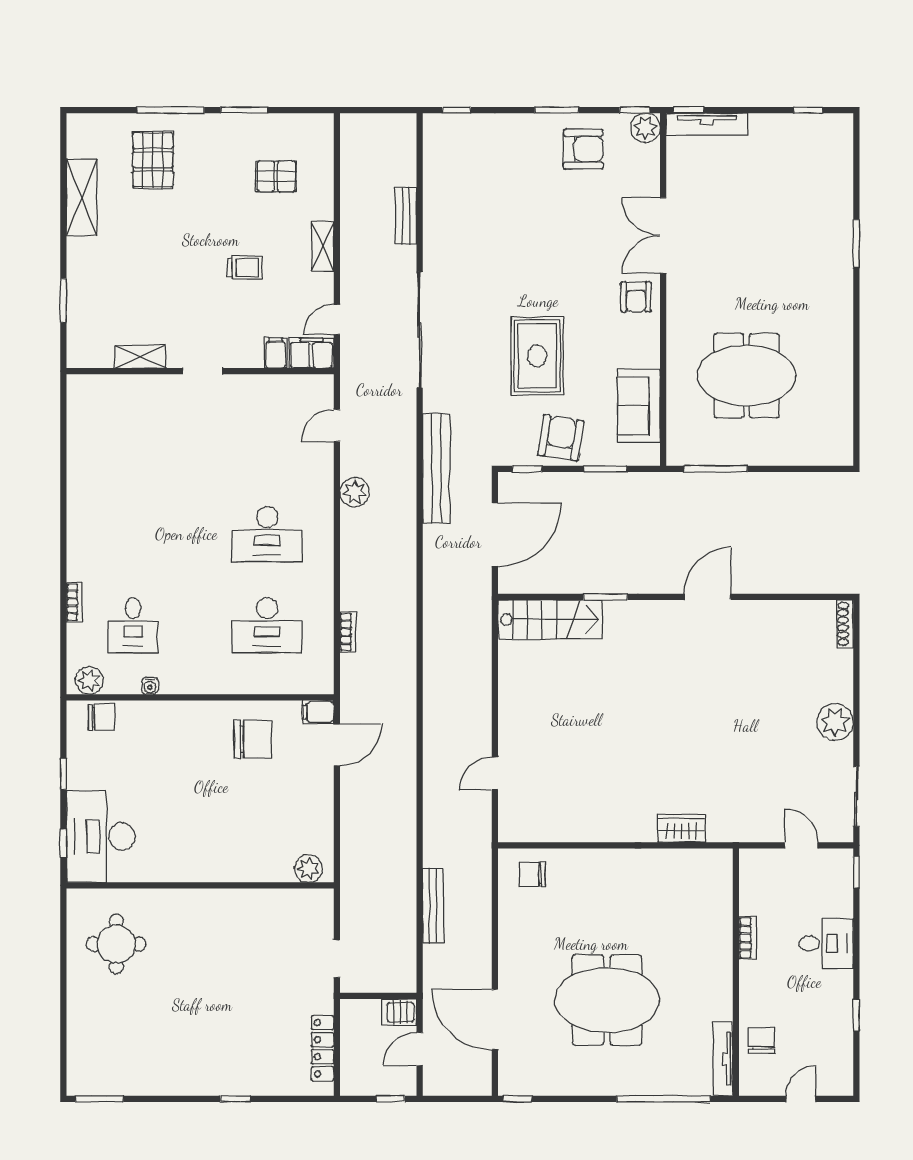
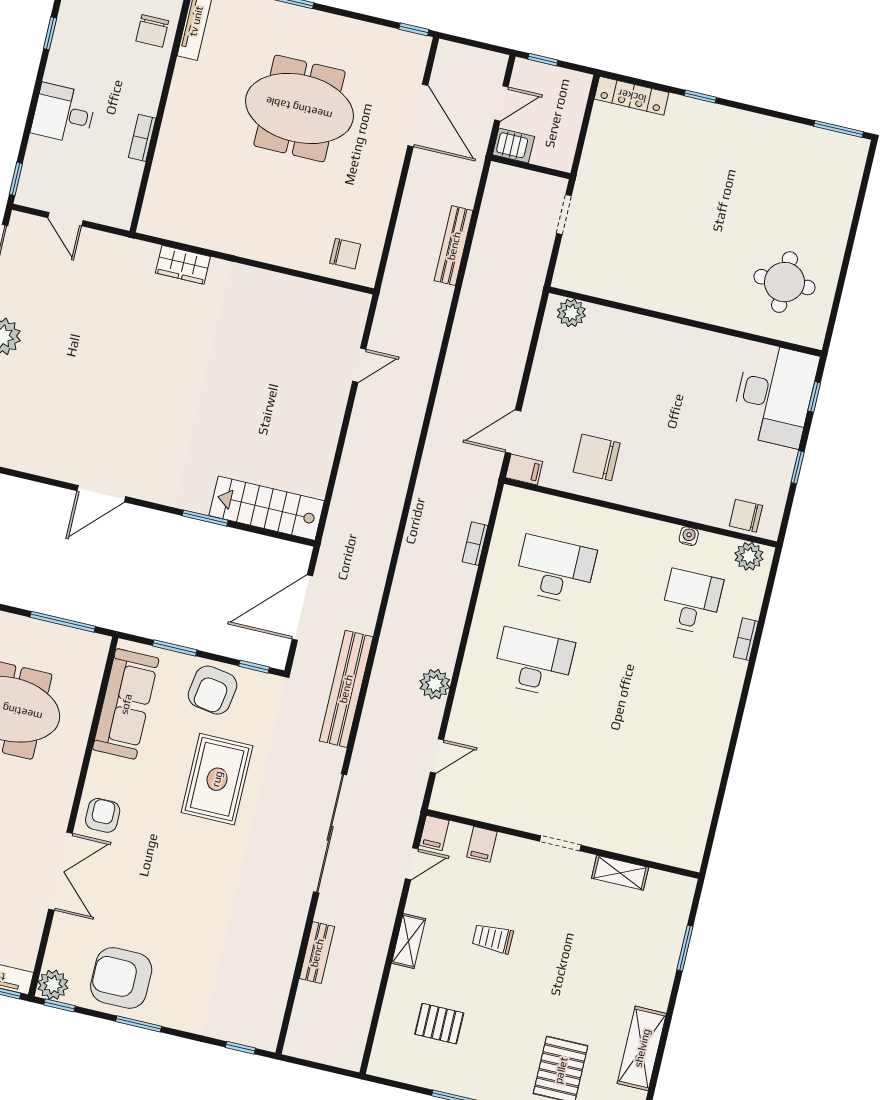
armchair: (583, 149) -> (121, 978), width x1.36, depth x1.36
filing cabinet: (311, 353) -> (434, 833), width x0.50
sofa: (639, 406) -> (126, 704), width x1.36
locker: (323, 1048) -> (632, 96), moved, turned 90

